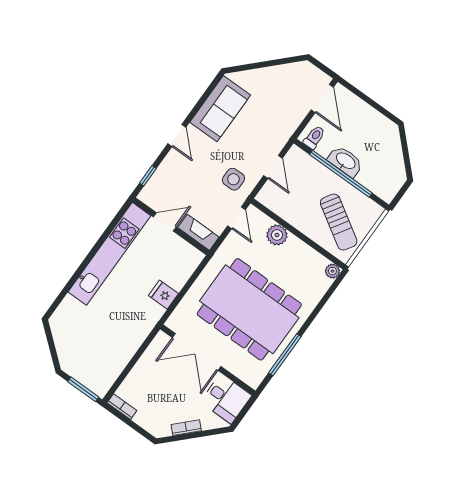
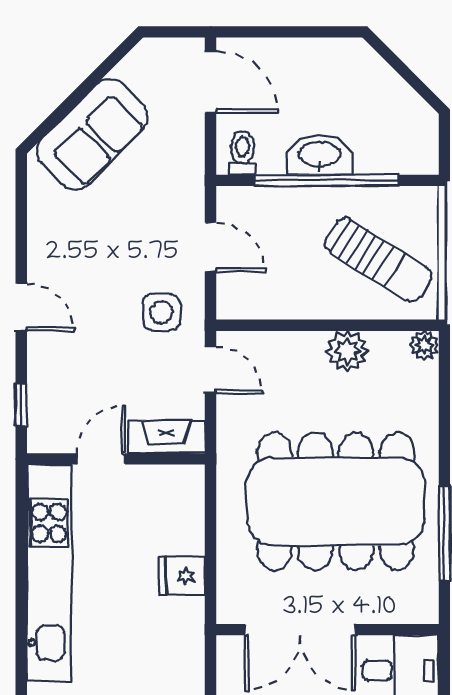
sofa: (220, 109) -> (92, 134), moved, turned 45
plant: (277, 235) -> (347, 351), moved

